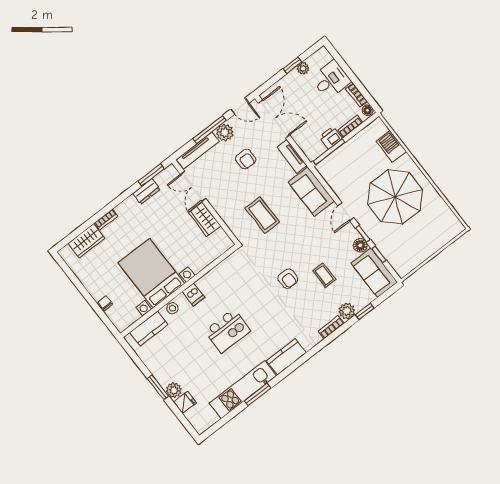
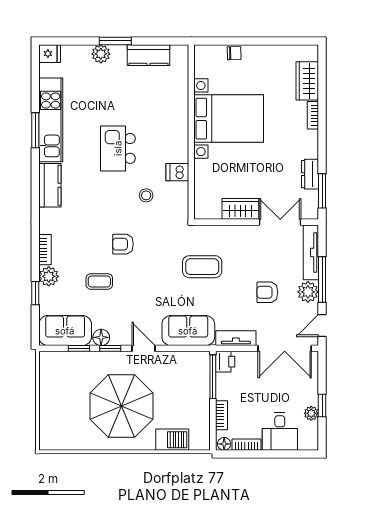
printer: (331, 138) -> (225, 362), moved
dishwasher: (193, 294) -> (177, 172), moved
stool: (172, 308) -> (146, 195), moved
kitchen counter: (149, 328) -> (149, 55), moved, turned -90
fridge: (185, 403) -> (50, 54), moved, turned -90

